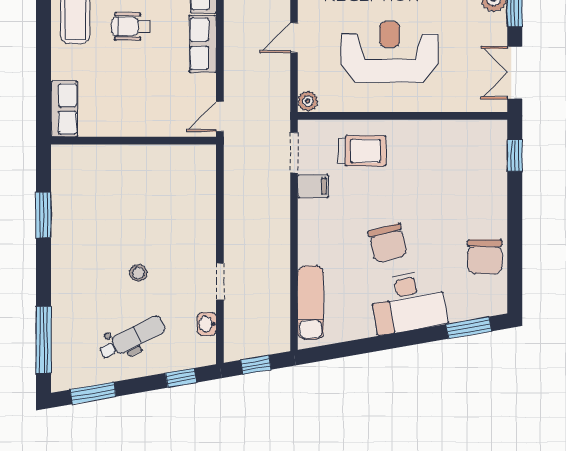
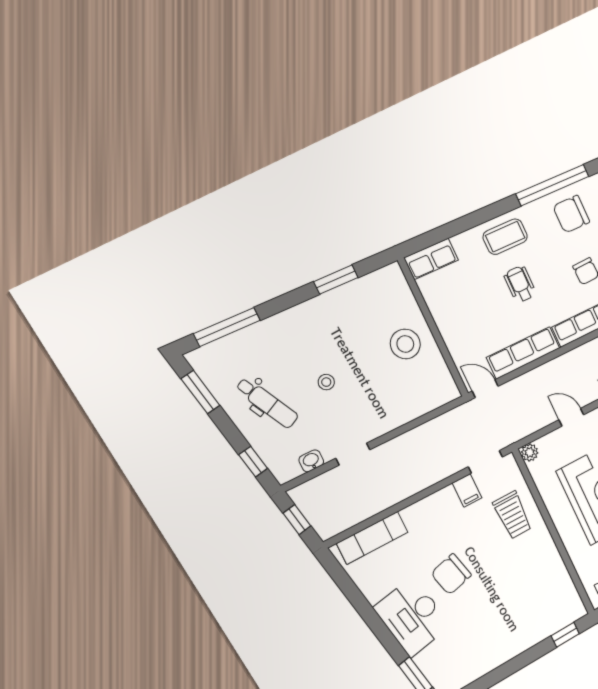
row of seats: (203, 44) -> (523, 353), width x1.48
stool: (137, 177) -> (405, 344), added
chair: (485, 257) -> (478, 657), removed

